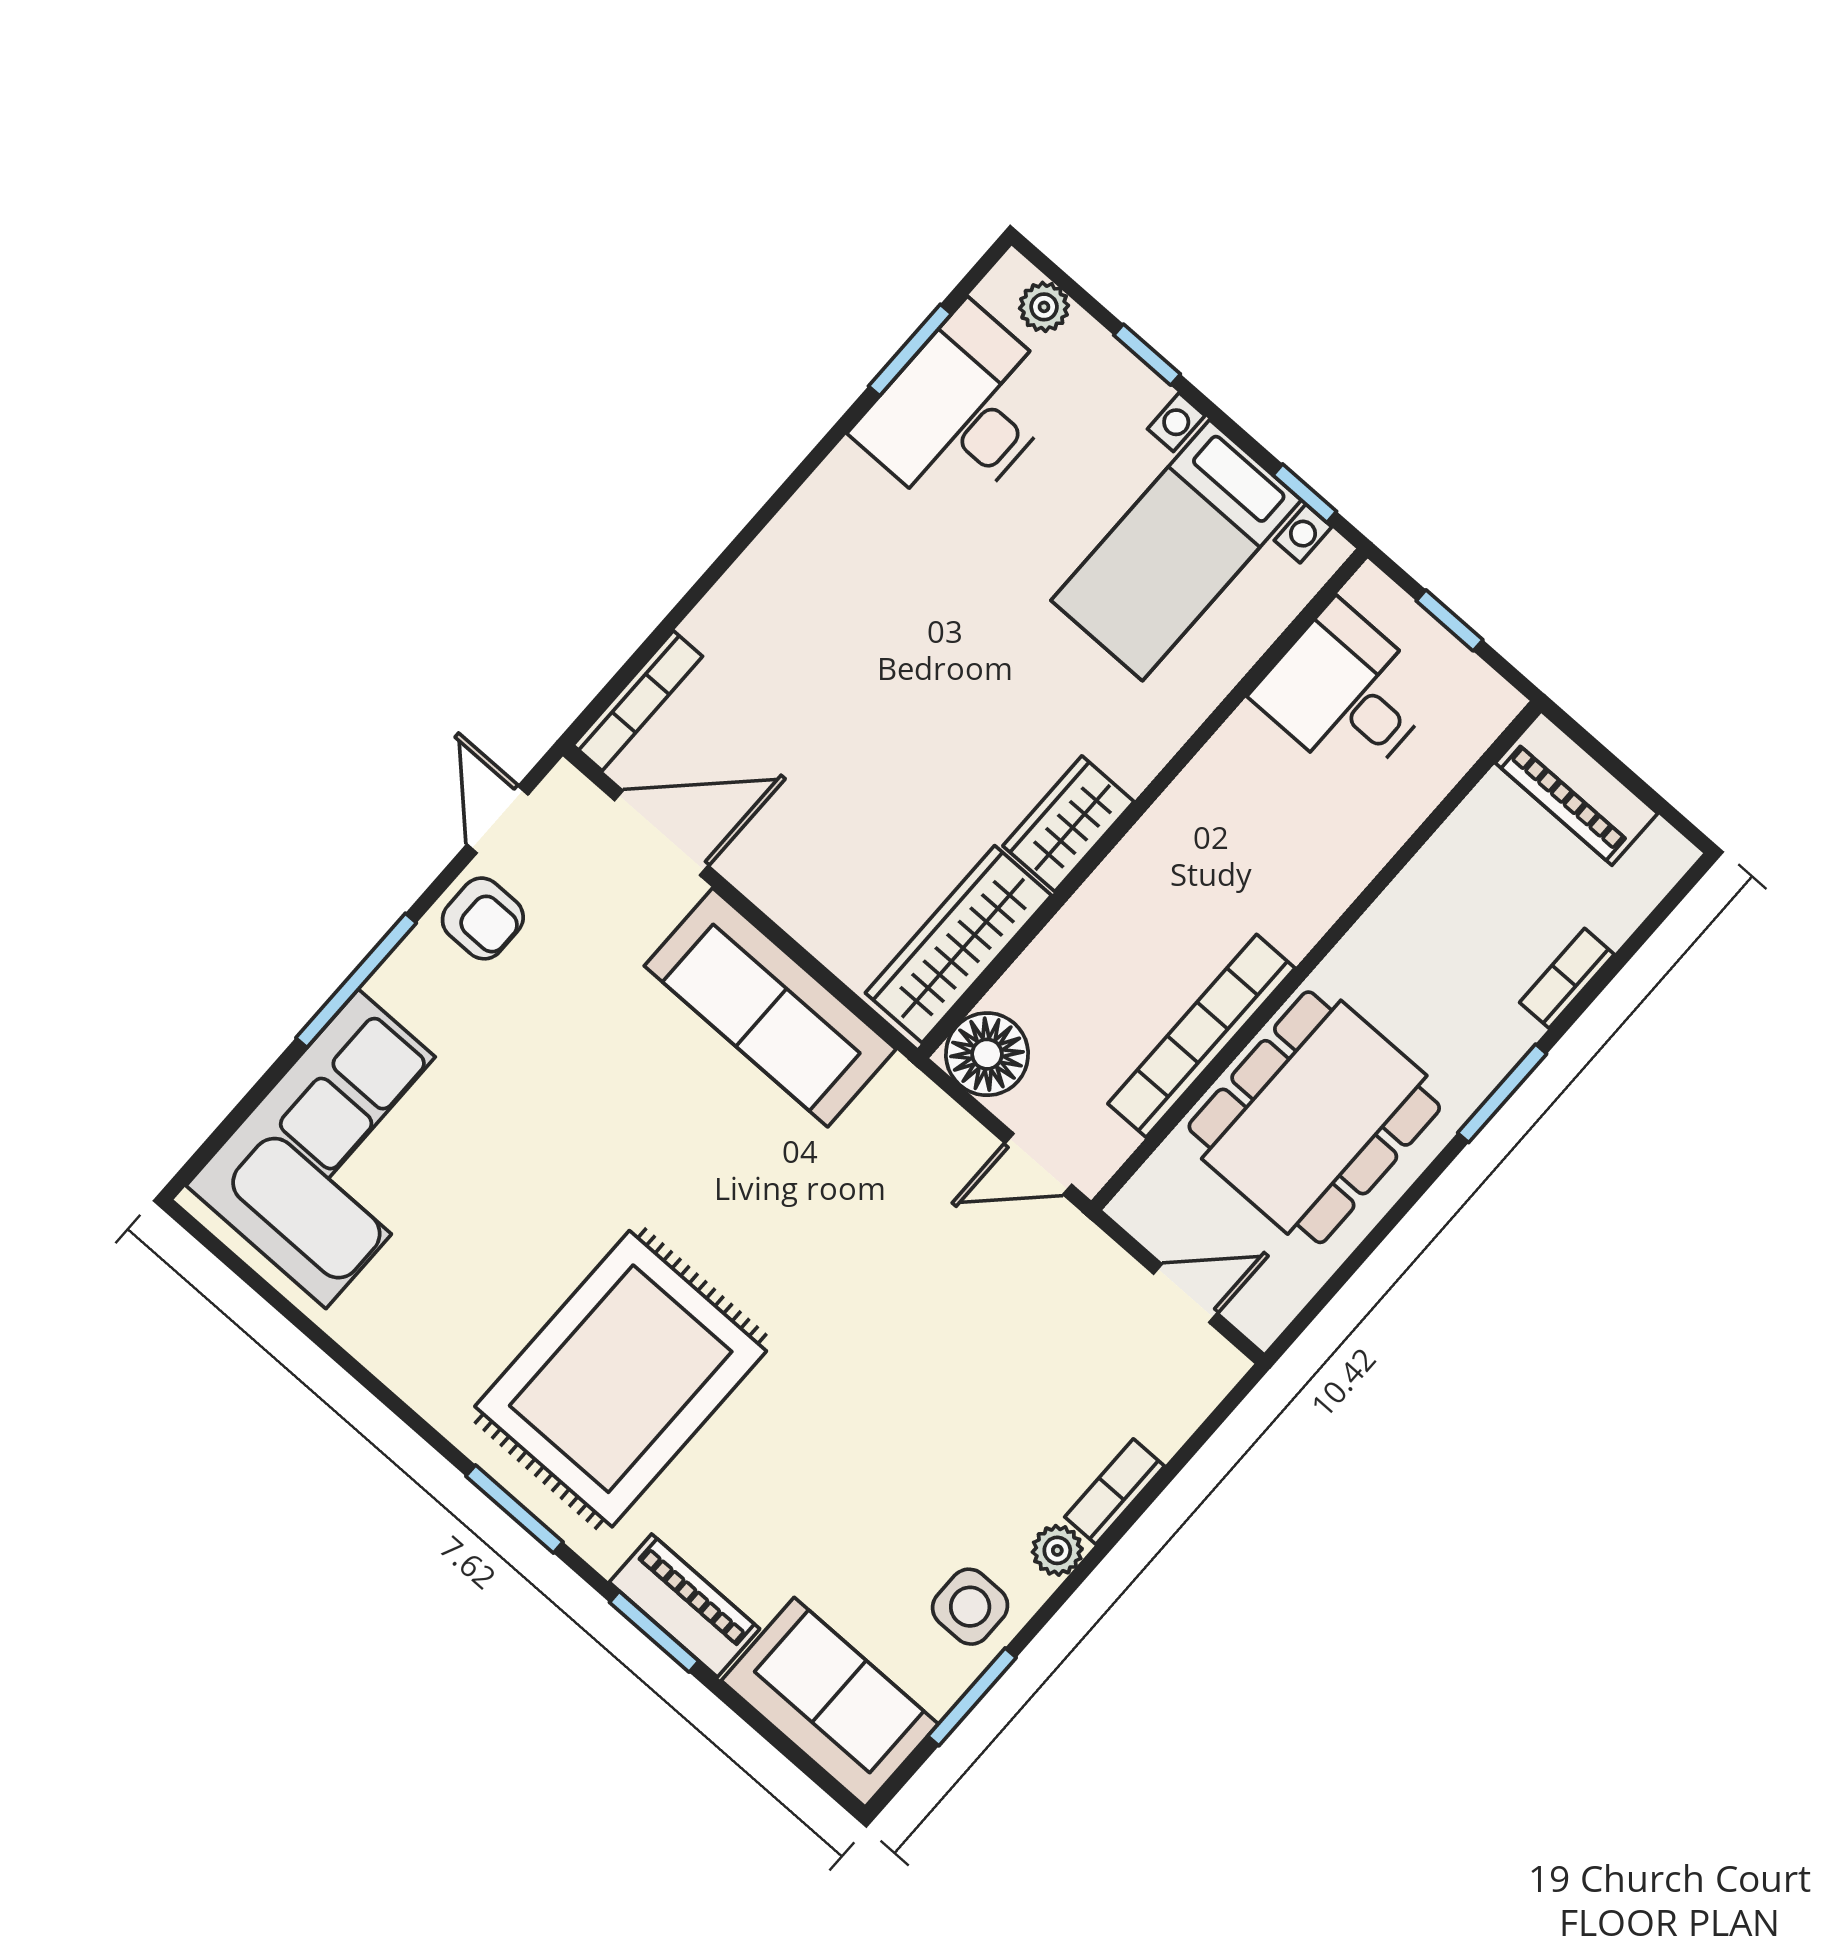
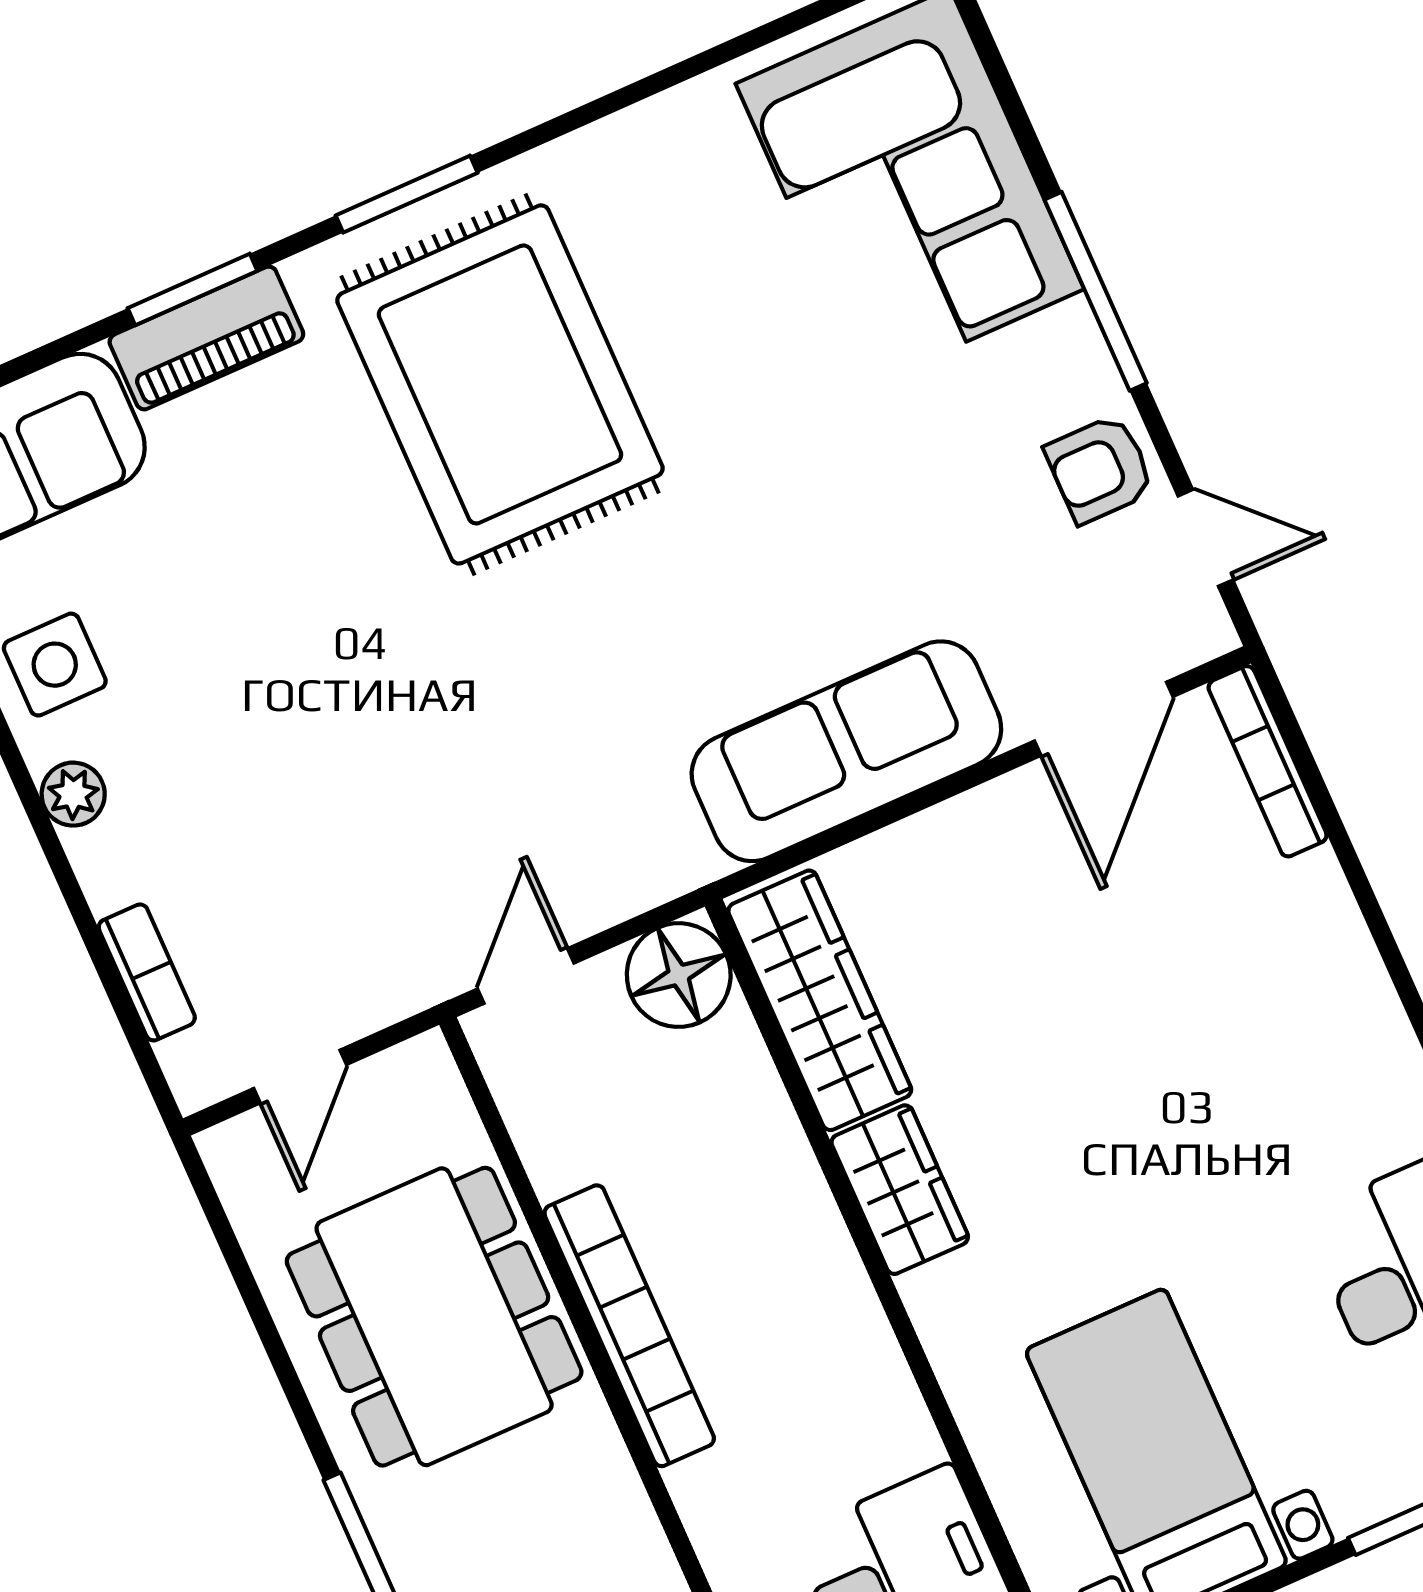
bookcase: (1201, 1036) -> (629, 1326), moved
bookcase: (1115, 1492) -> (147, 972), moved

